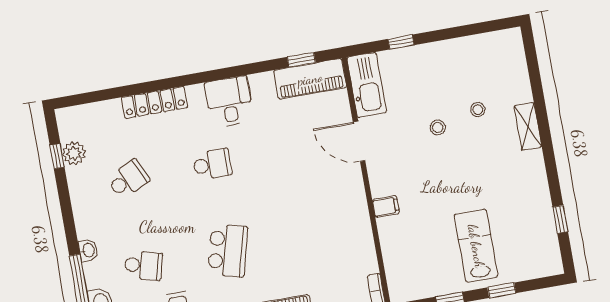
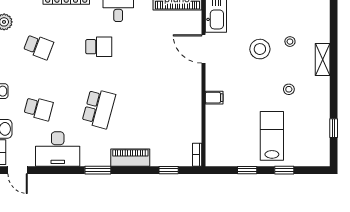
stool: (438, 127) -> (260, 49), width x1.89, depth x1.89
stool: (488, 176) -> (289, 89), added
school desk: (128, 179) -> (38, 47), turned 45

